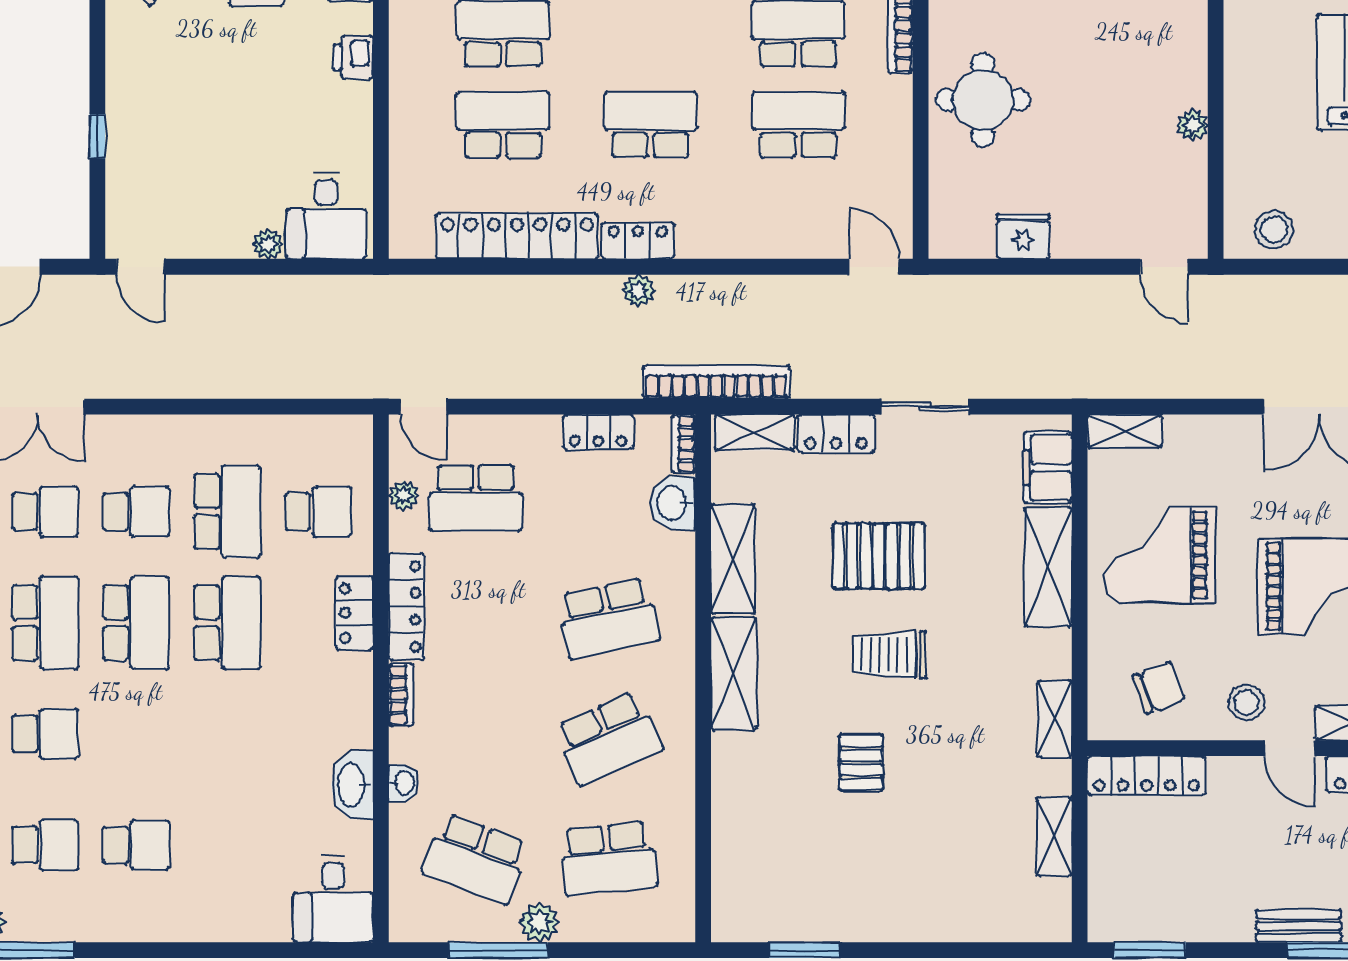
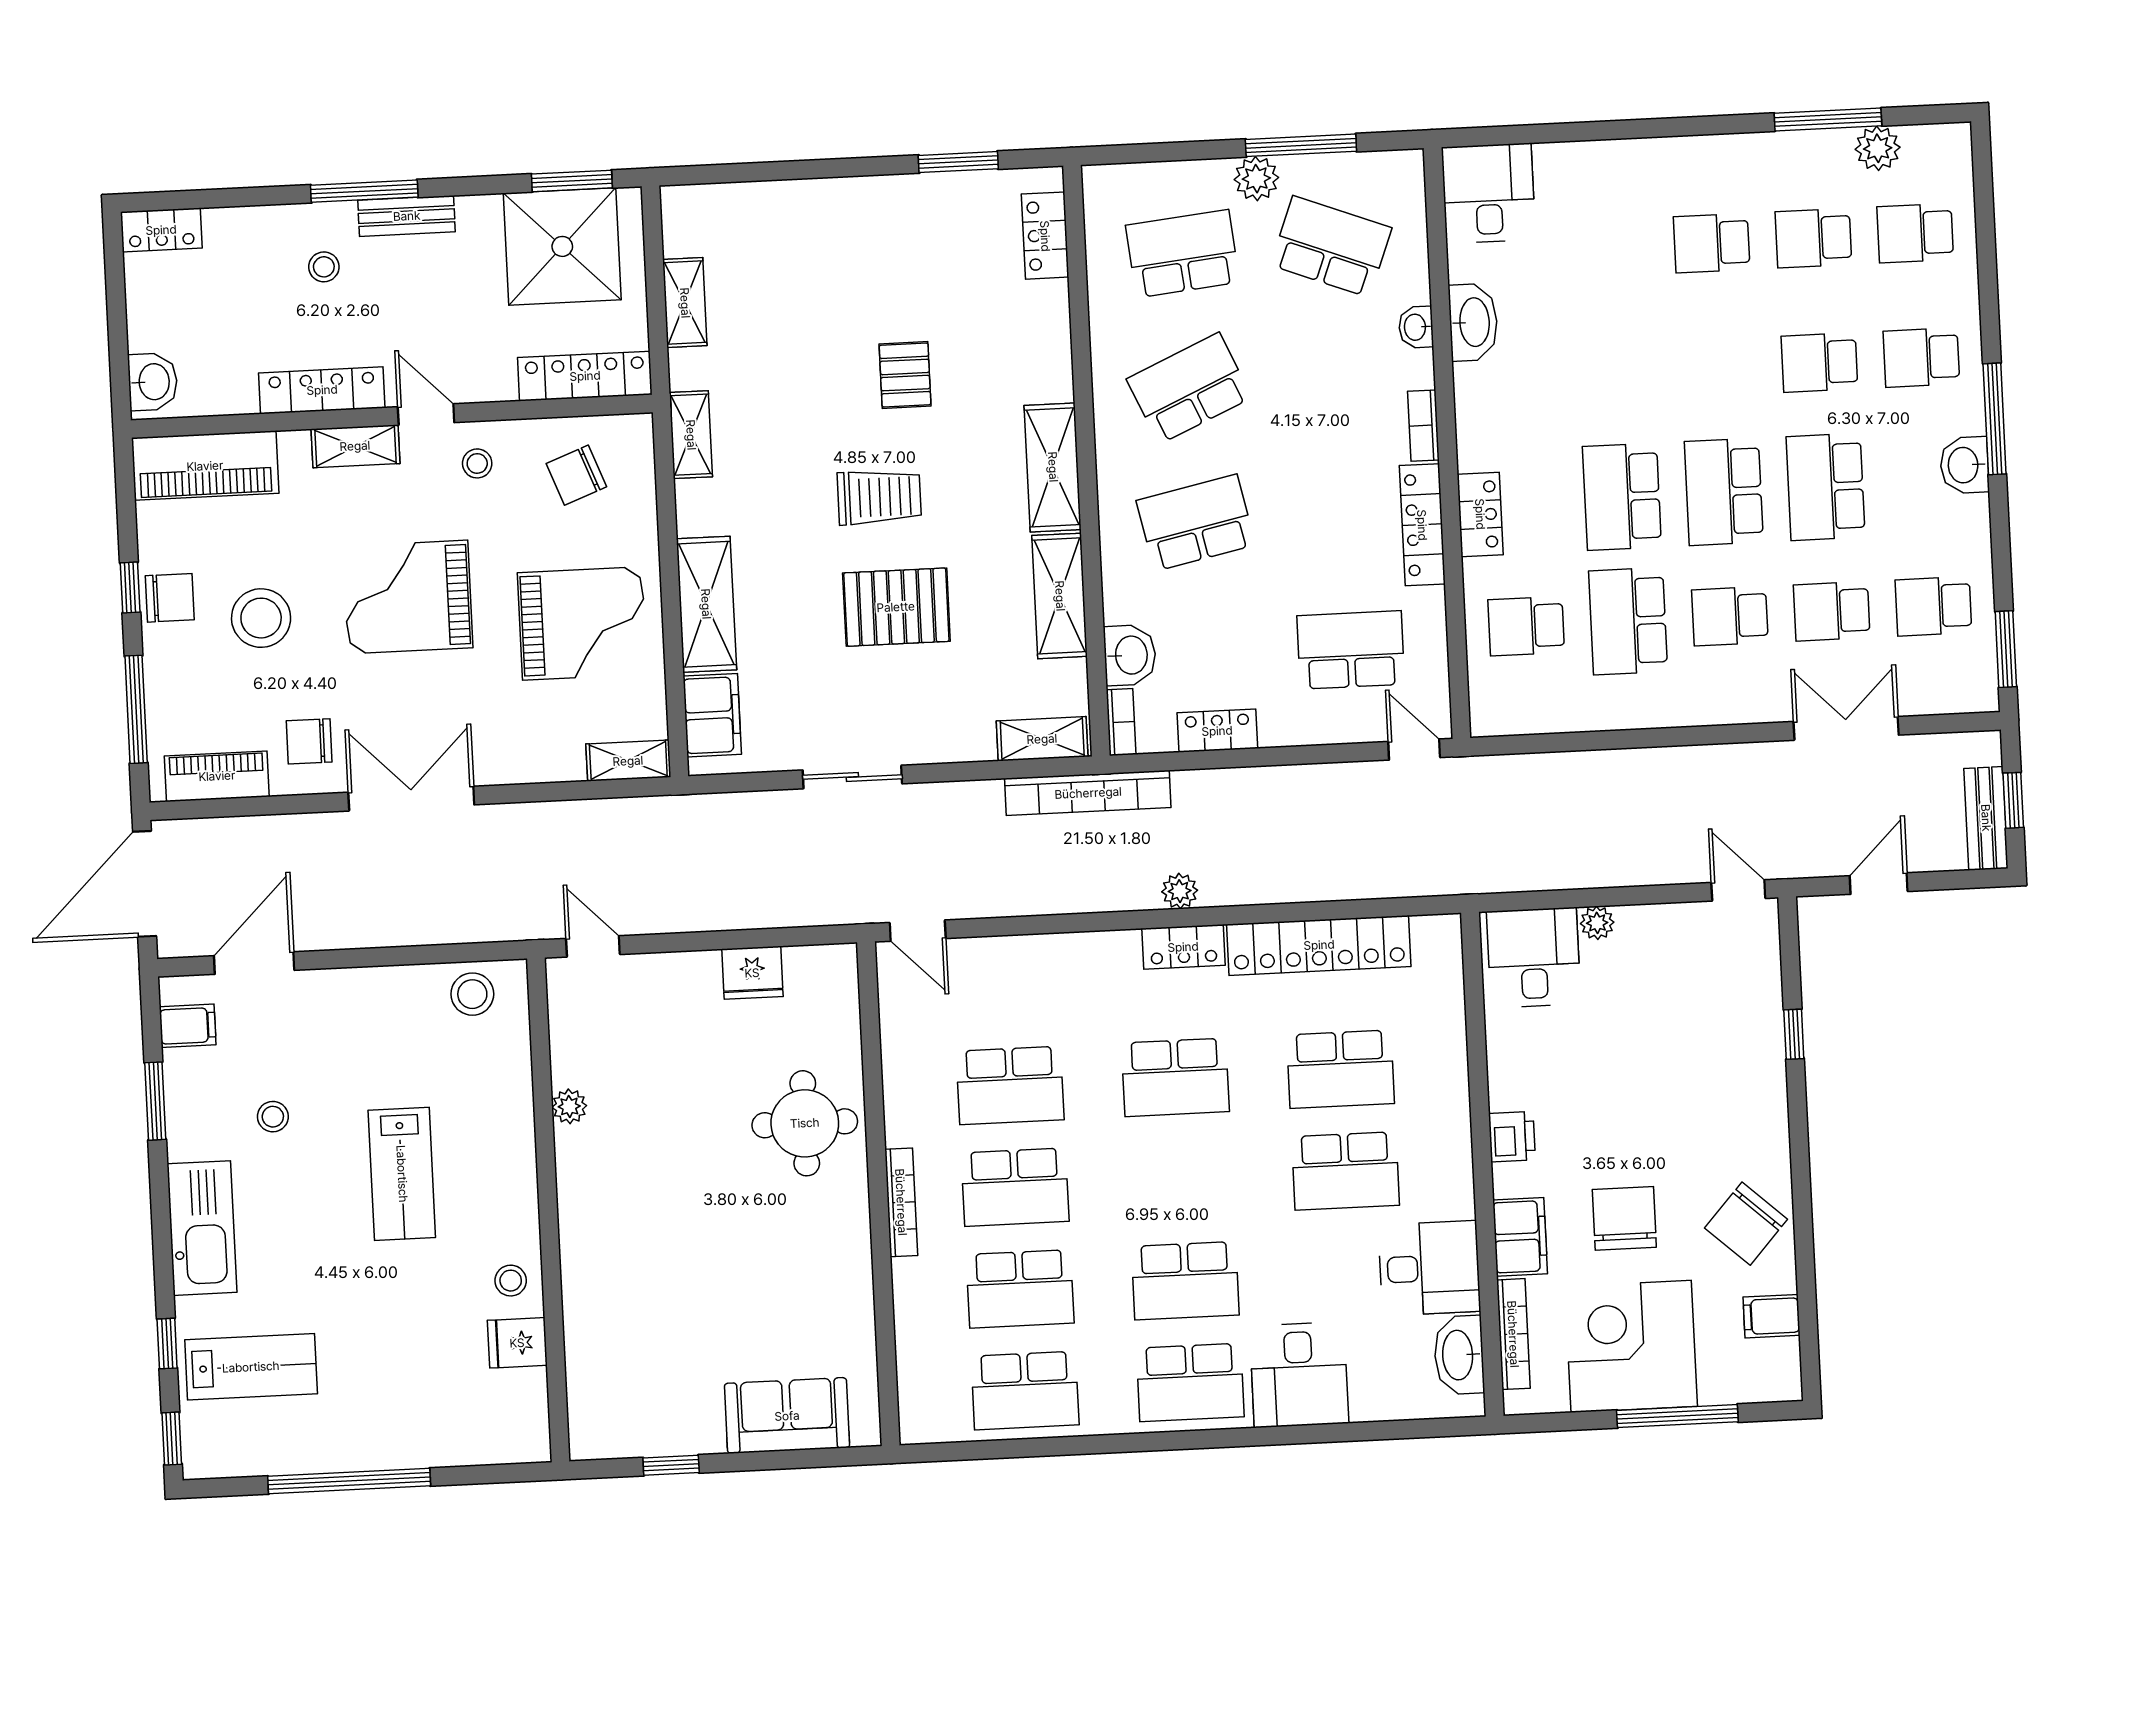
locker: (836, 434) -> (1045, 236), moved, turned -90
plant: (404, 496) -> (1432, 649), removed
stool: (1246, 702) -> (477, 463), width x0.73, depth x0.73
shower: (1161, 892) -> (562, 246), added

